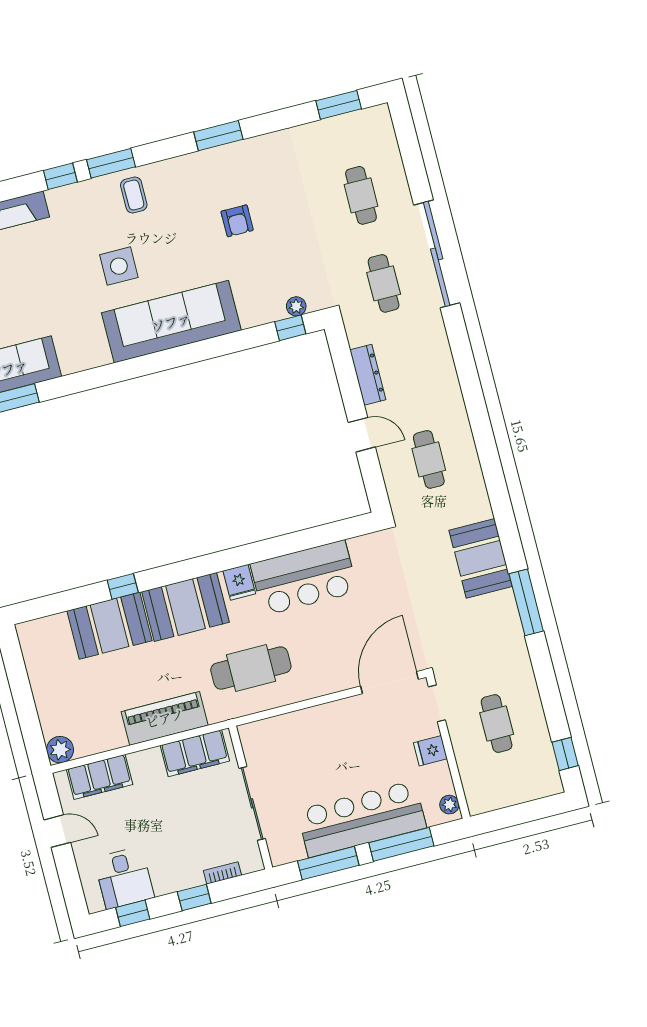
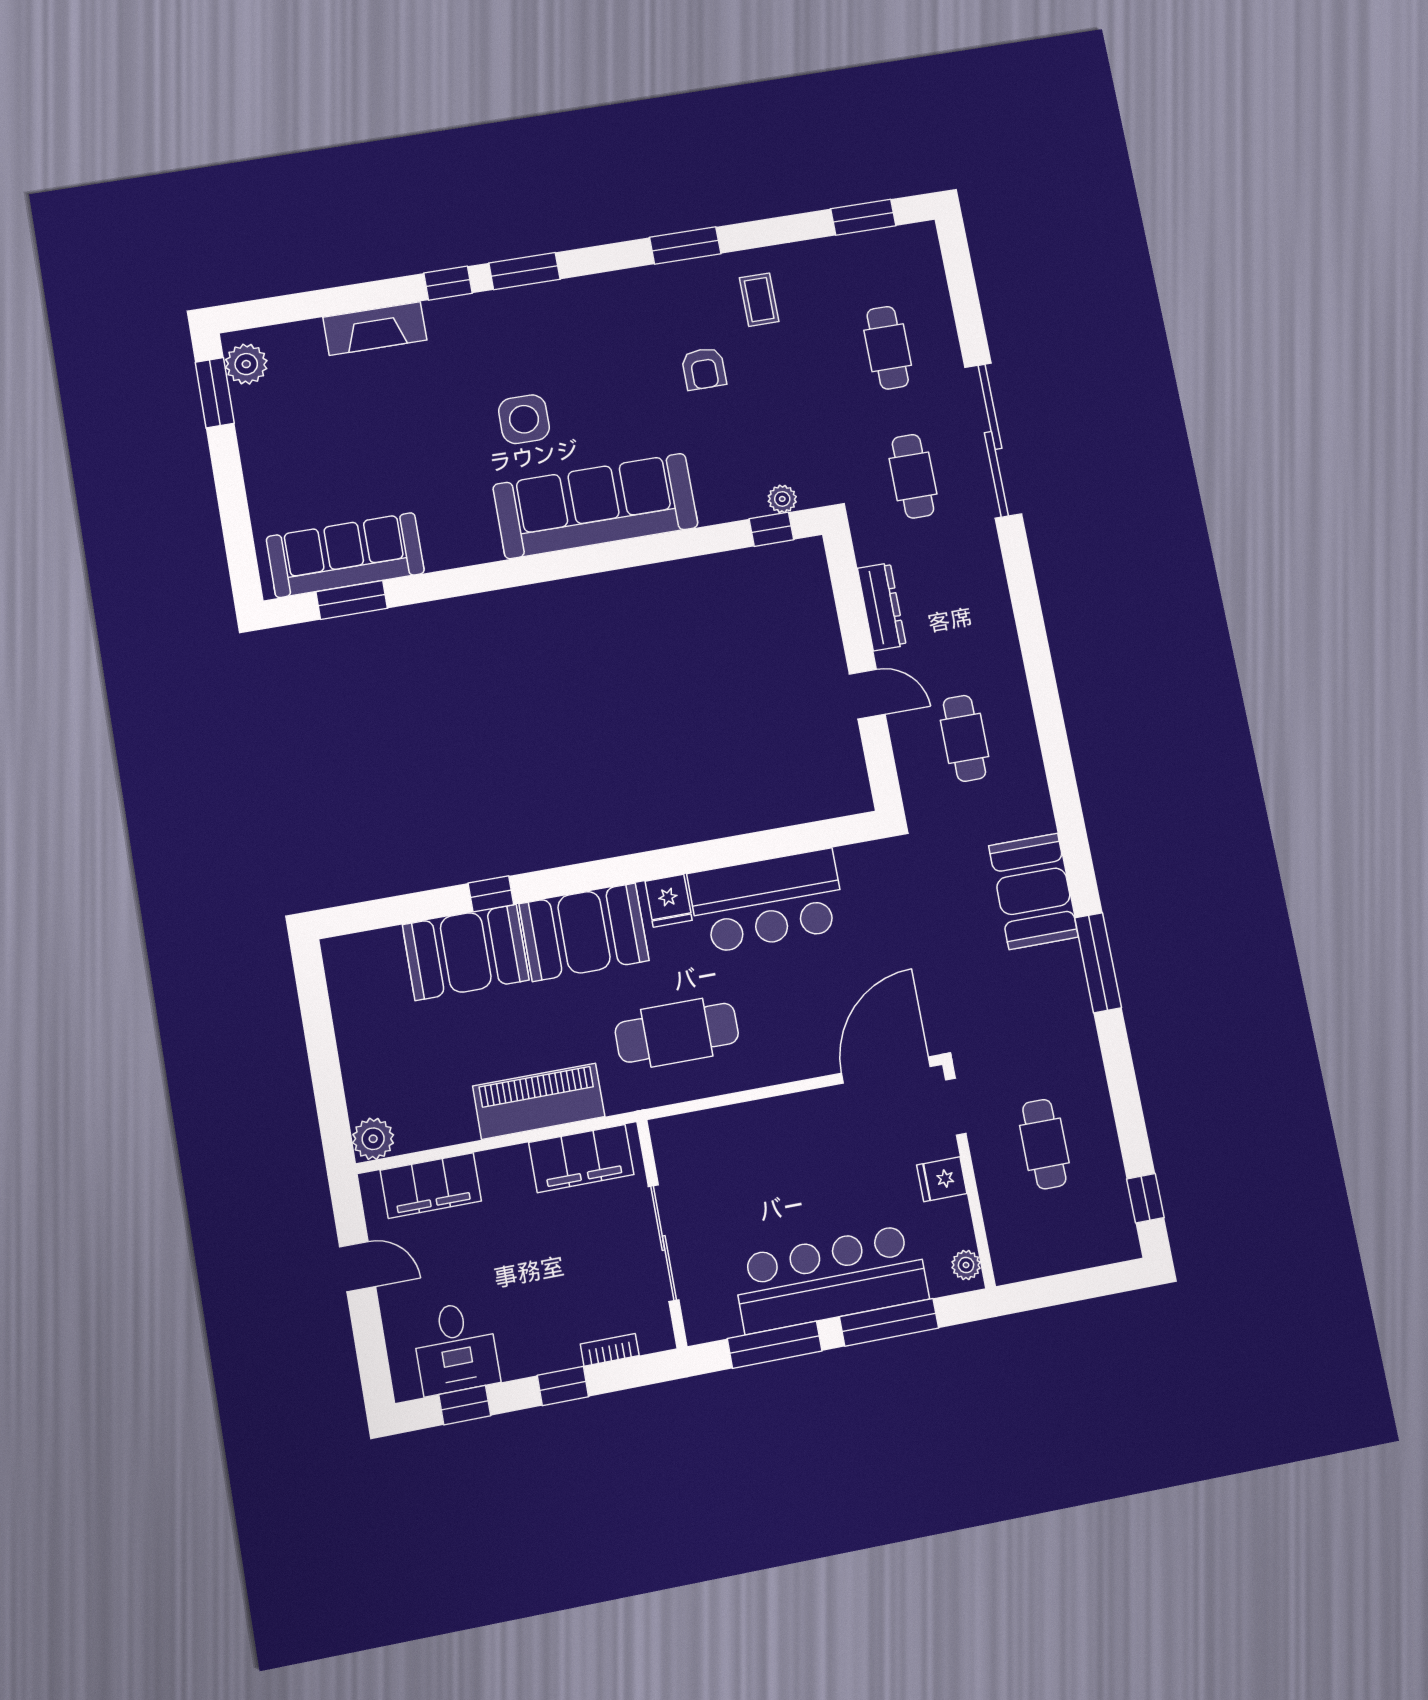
coffee table: (134, 195) -> (759, 300), moved

